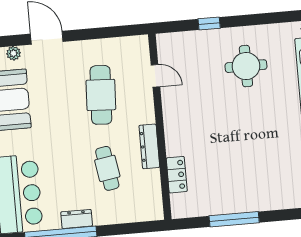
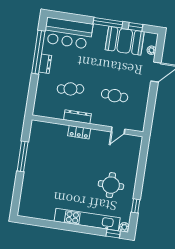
window: (209, 24) -> (136, 206), moved
cafe table: (101, 95) -> (115, 96), width x0.73, depth x0.74
locker: (177, 175) -> (79, 132), moved

